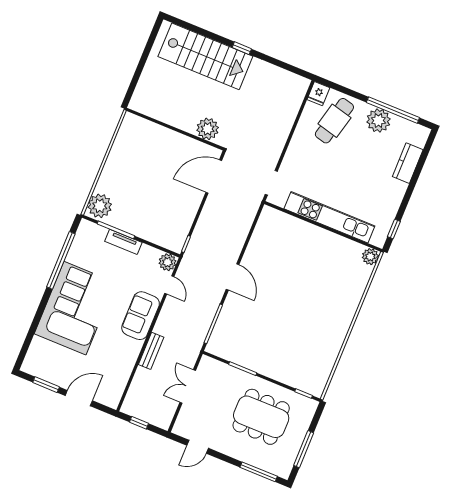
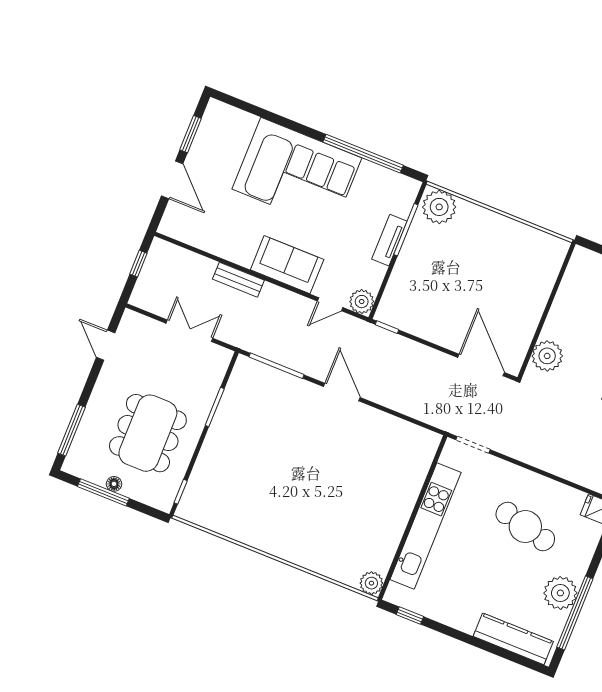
cafe table: (334, 121) -> (525, 527), moved
kitchen counter: (408, 163) -> (513, 639), width x1.50
door: (233, 277) -> (342, 392), swing flipped
floor lamp: (298, 441) -> (114, 484), added

